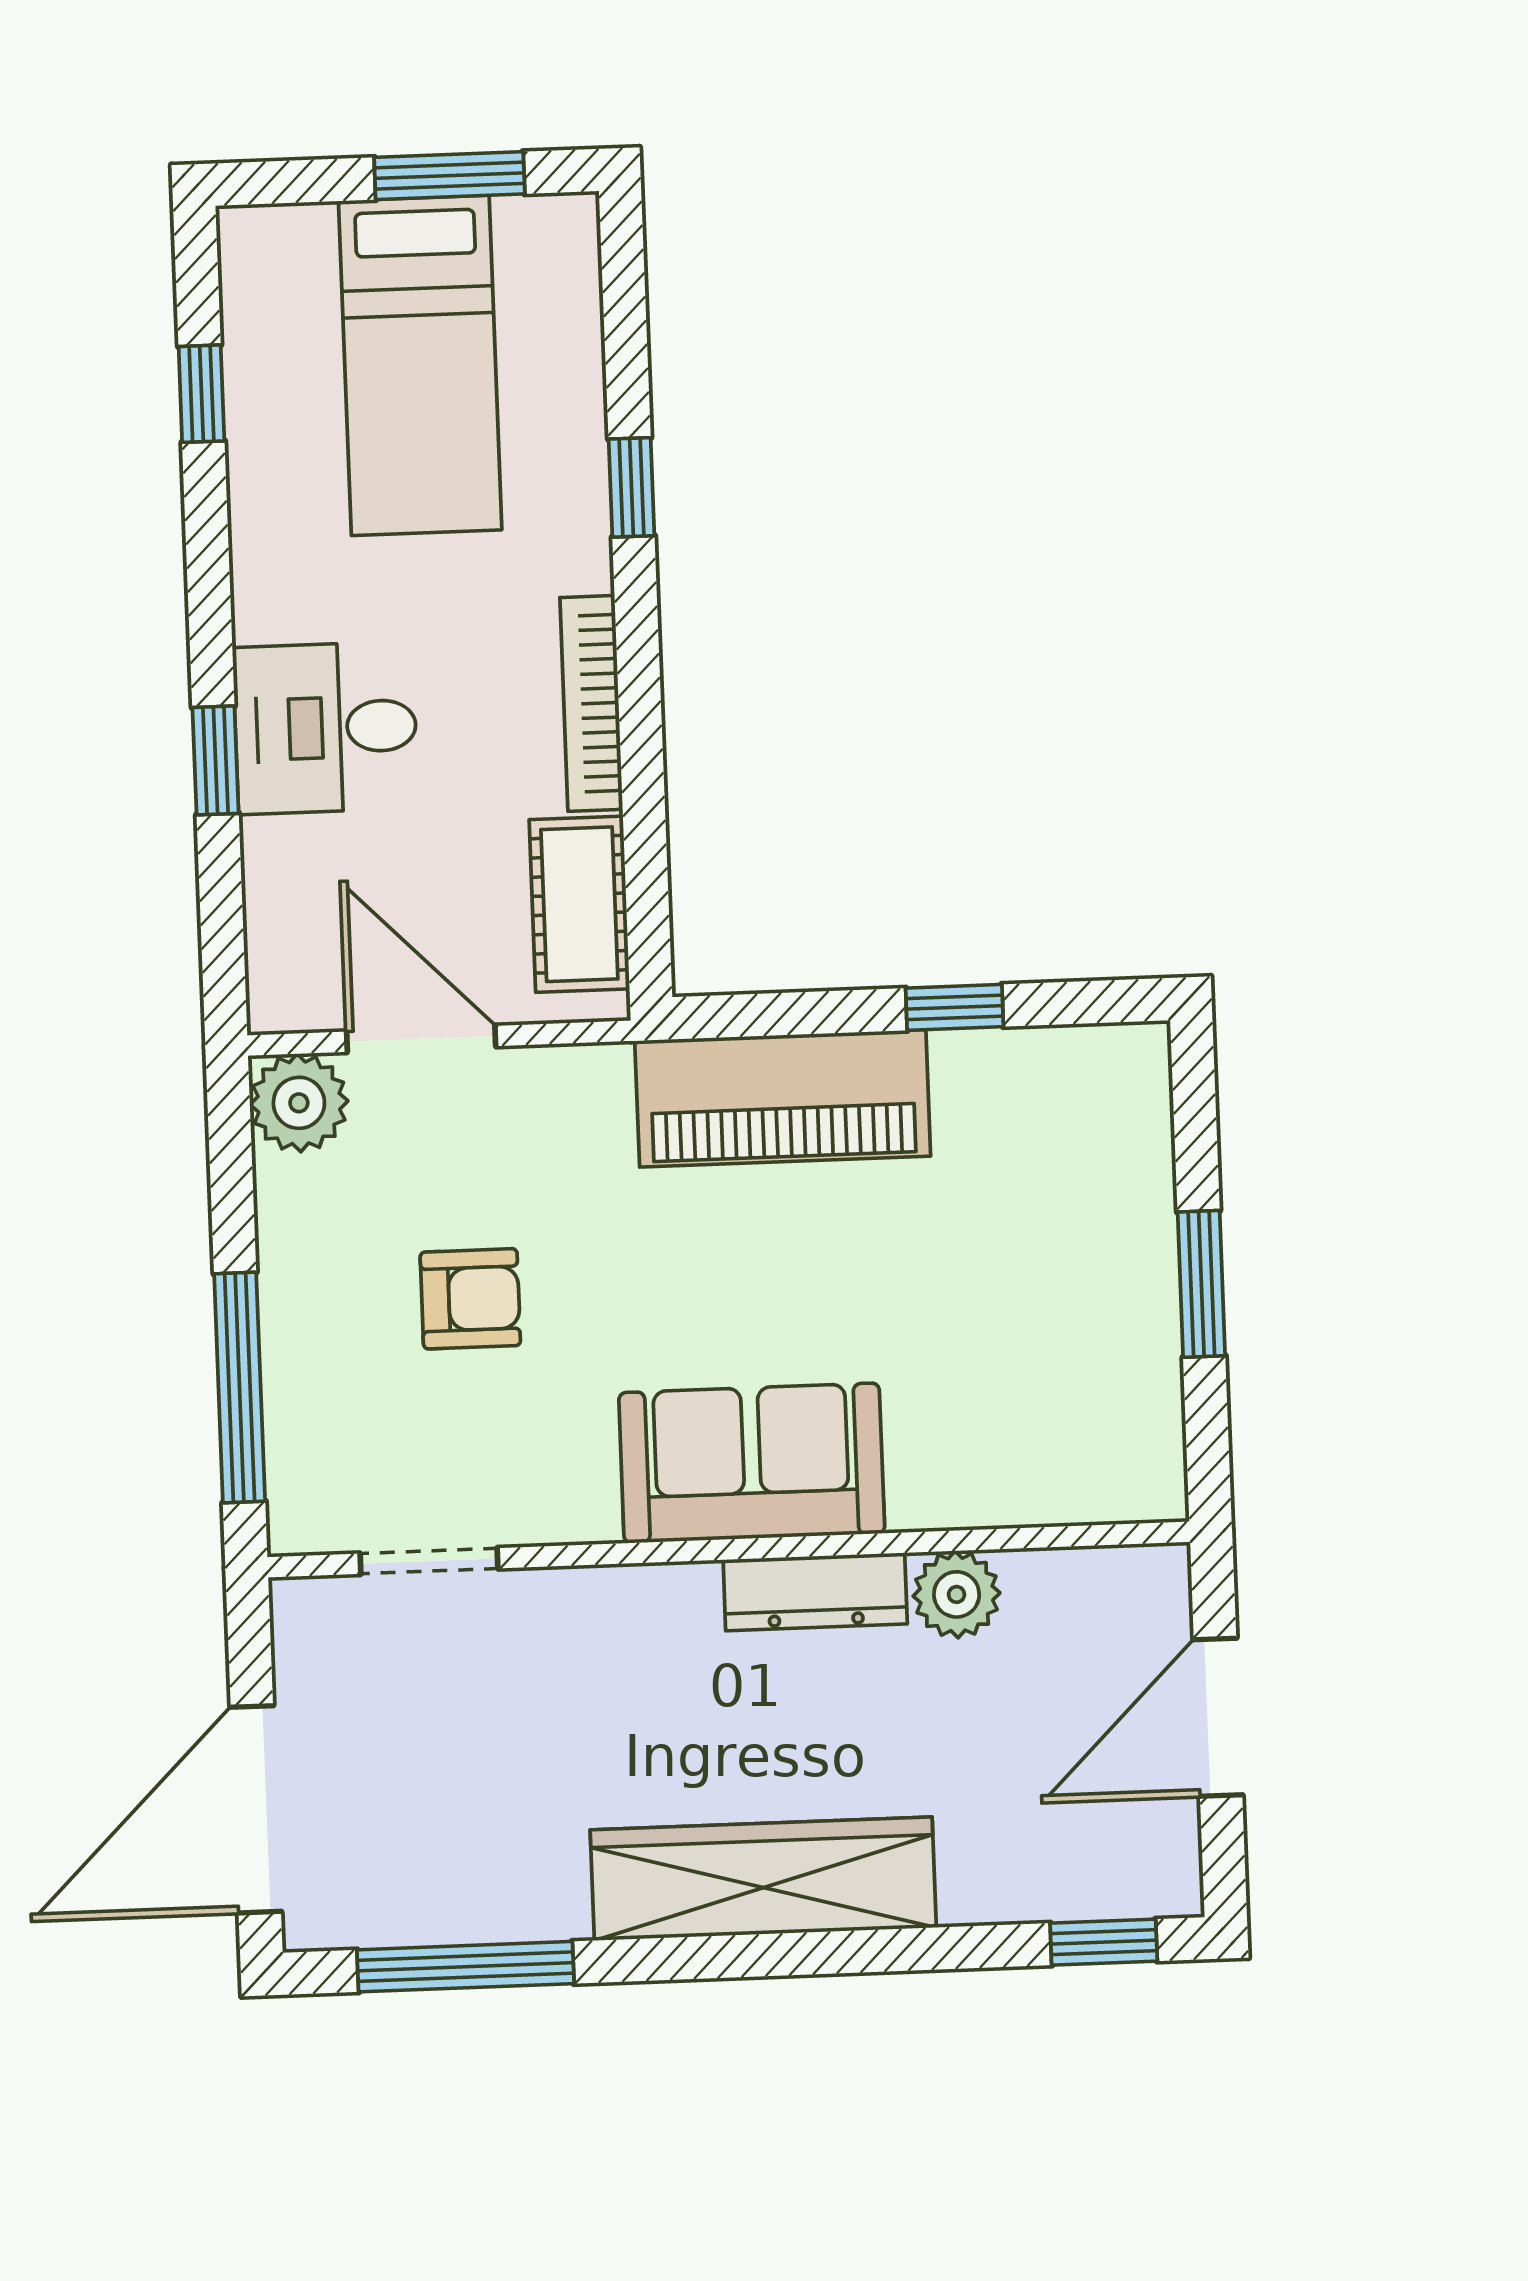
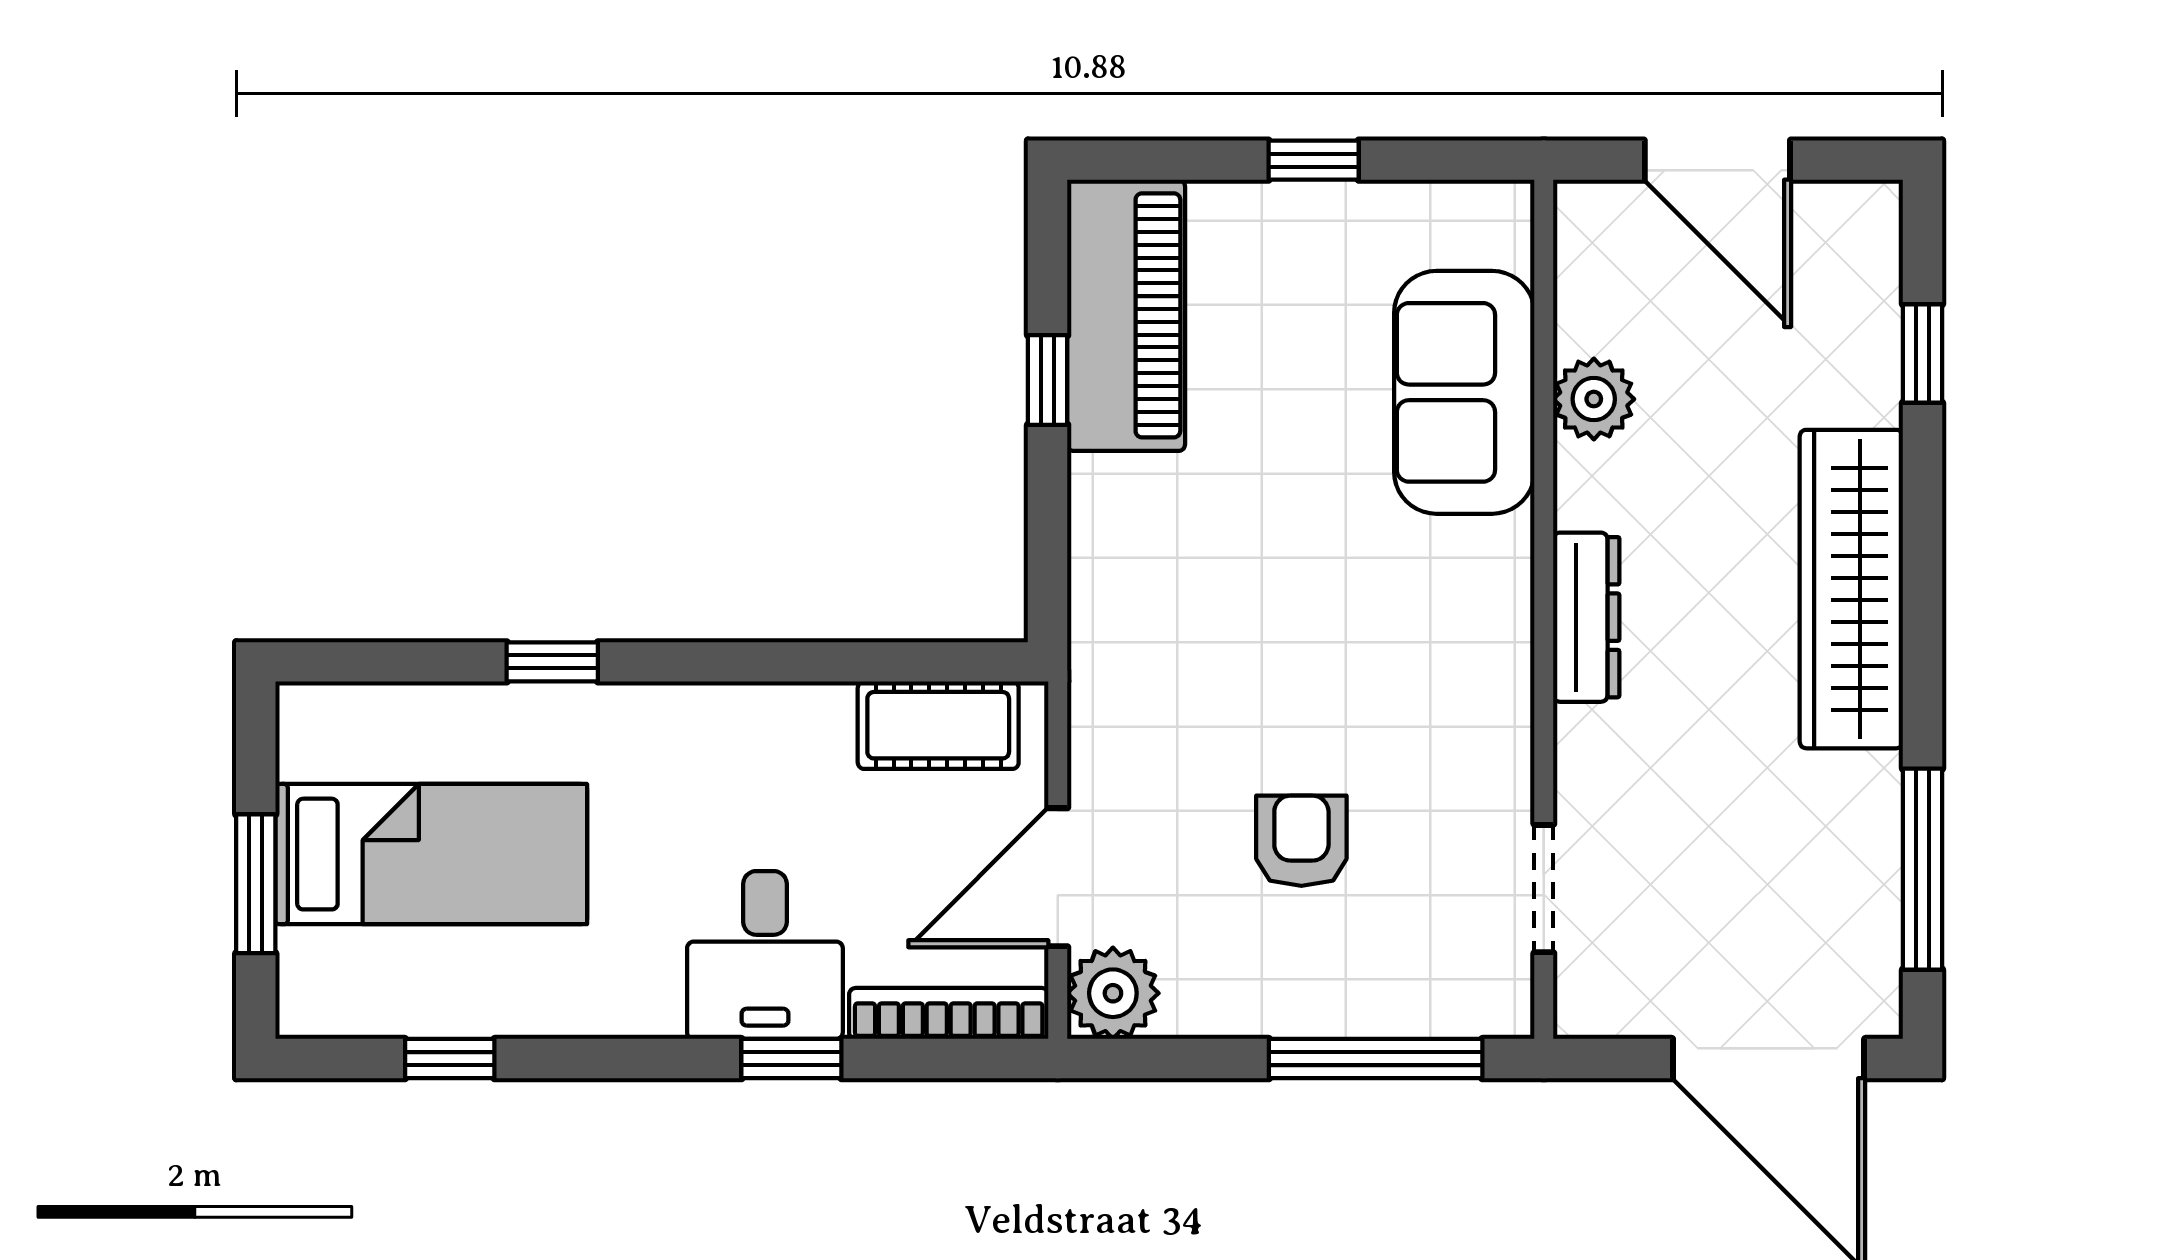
window: (449, 176) -> (256, 884), moved
bookcase: (591, 703) -> (949, 1013), moved, turned 180
piano: (783, 1098) -> (1126, 315), moved
window: (1201, 1284) -> (1314, 160), width x0.67
sofa: (752, 1463) -> (1464, 392), moved
dresser: (815, 1592) -> (1586, 617), moved
window: (1104, 1942) -> (1922, 354), moved

